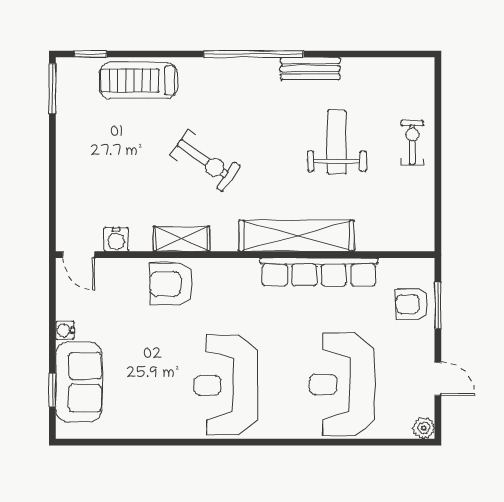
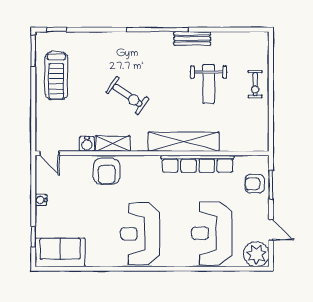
treadmill: (138, 81) -> (56, 76), moved, turned -90
weight bench: (337, 142) -> (209, 84), turned 180
exercise bike: (412, 143) -> (255, 84), turned 180
water cooler: (116, 239) -> (87, 144), moved
armchair: (171, 284) -> (107, 171), turned -90
sofa: (79, 382) -> (60, 252), moved, turned -90
plant: (424, 428) -> (256, 254), width x1.87, depth x1.87

